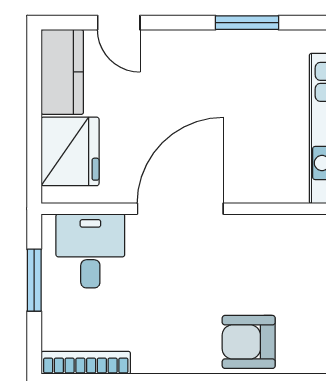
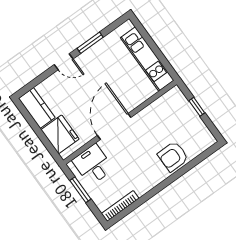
door: (119, 23) -> (64, 62), moved

